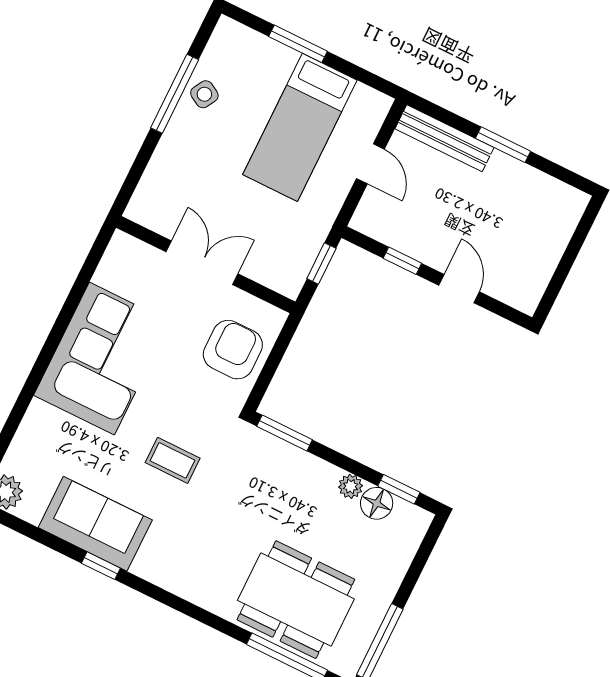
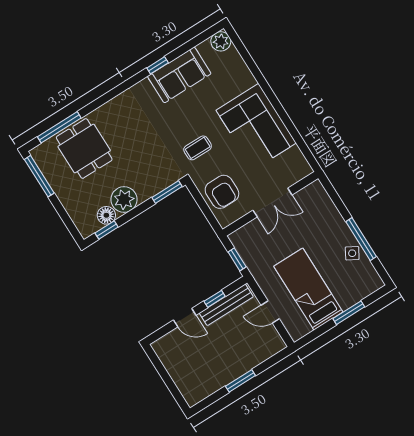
bench: (444, 138) -> (226, 305), moved
coffee table: (173, 460) -> (198, 148), moved
plant: (351, 486) -> (124, 200), width x1.87, depth x1.87
dining table: (296, 600) -> (84, 149), width x0.73

